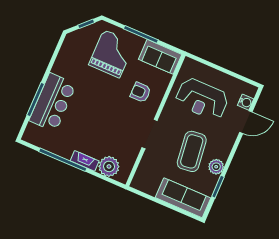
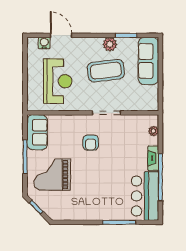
armchair: (141, 92) -> (91, 143), moved
bar counter: (53, 102) -> (145, 196), moved, turned -90
plant: (109, 166) -> (153, 131), width x0.53, depth x0.53

